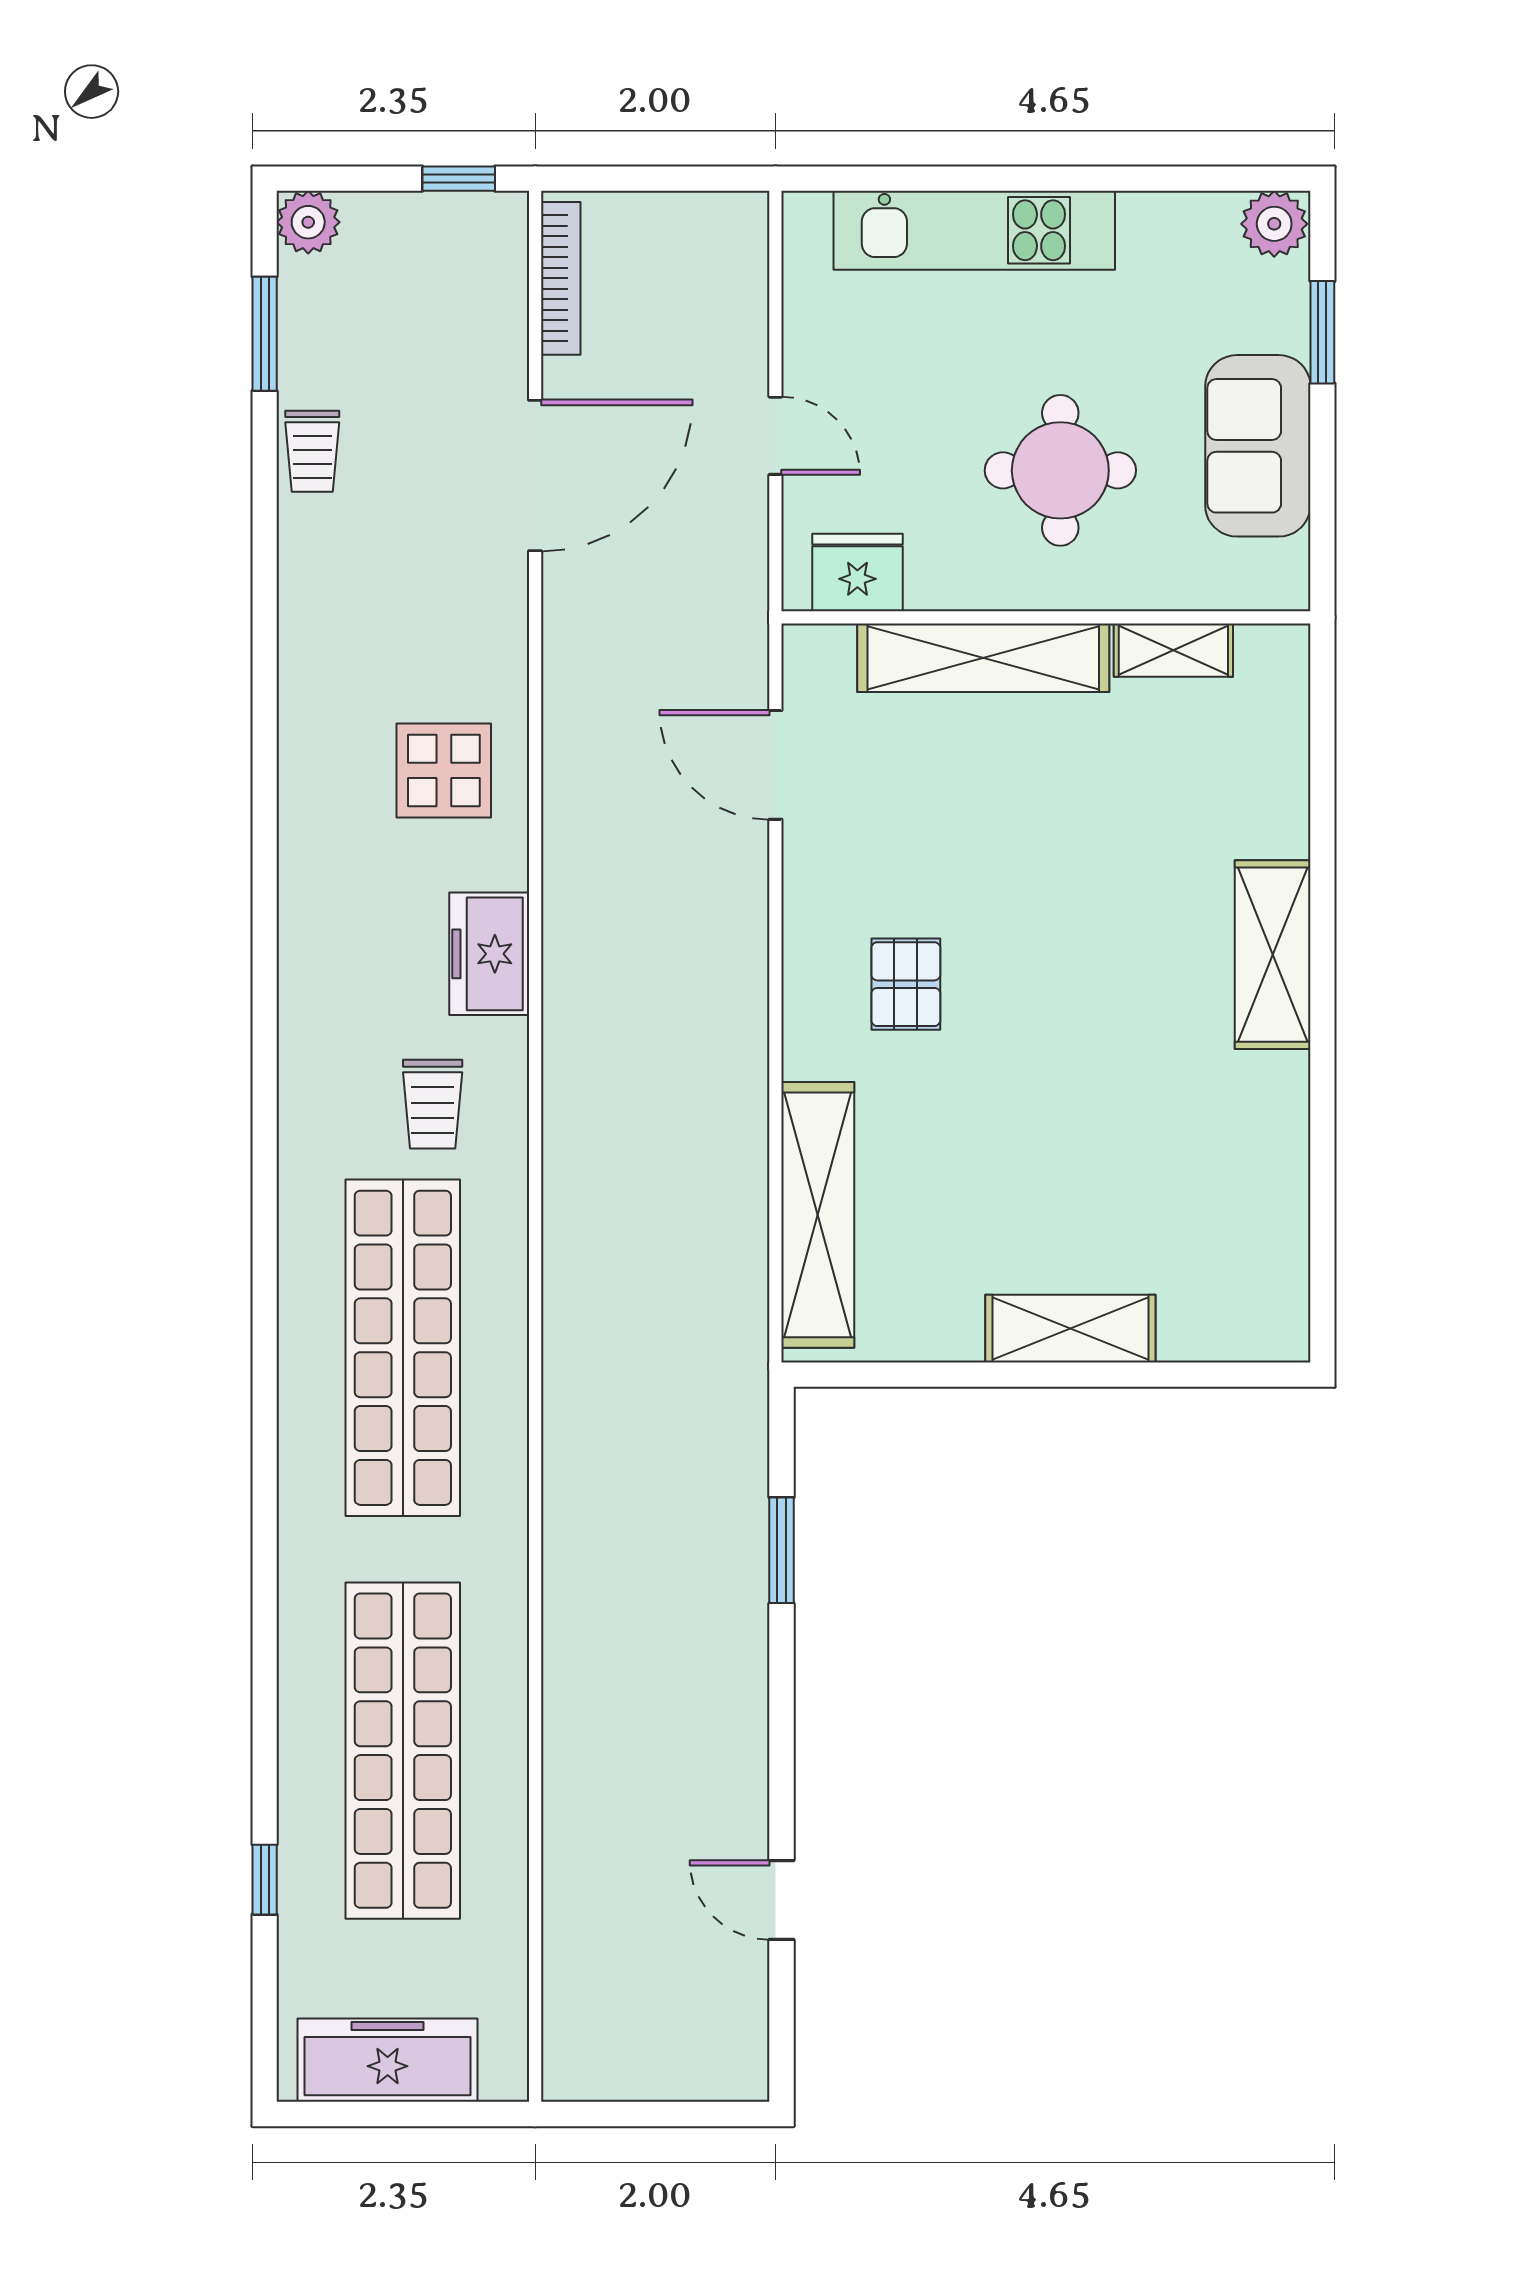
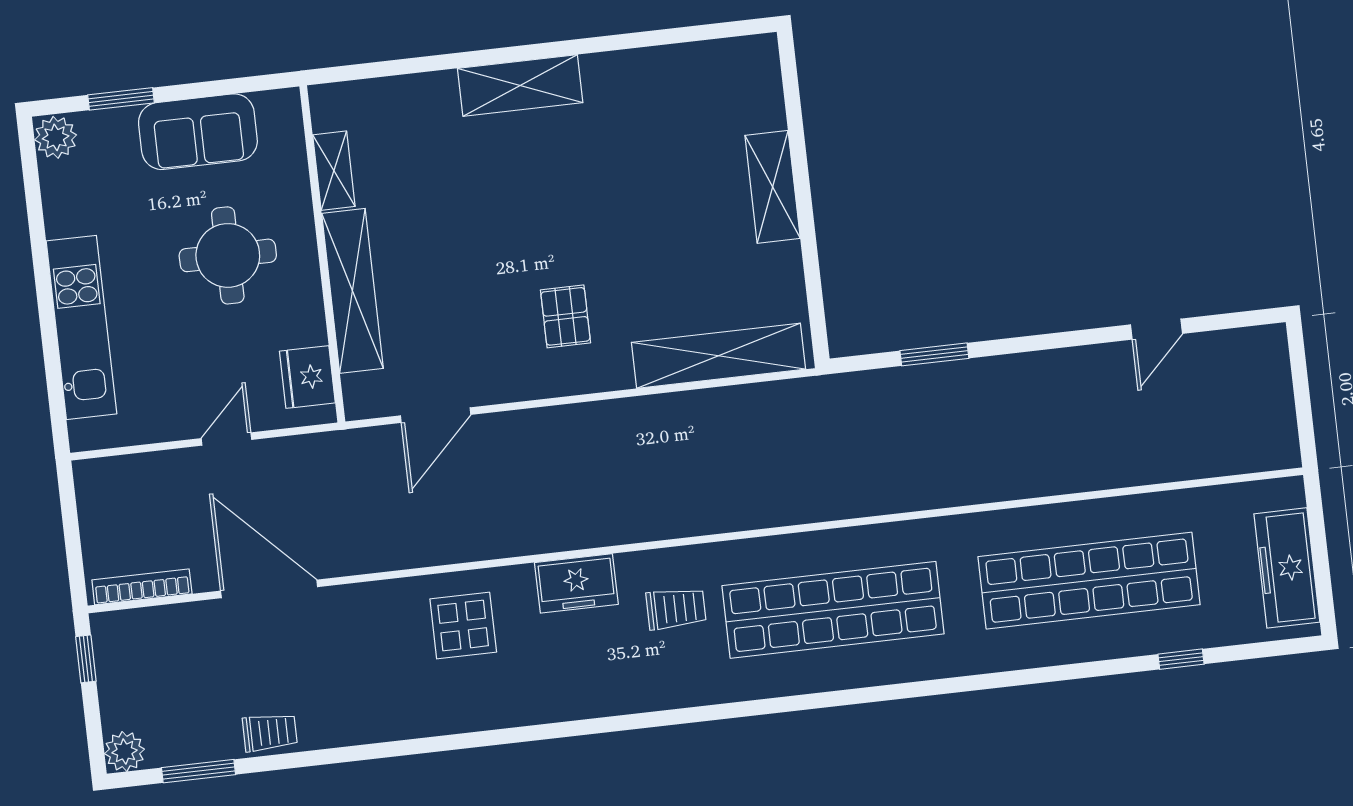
pallet: (906, 984) -> (565, 316), turned 90

